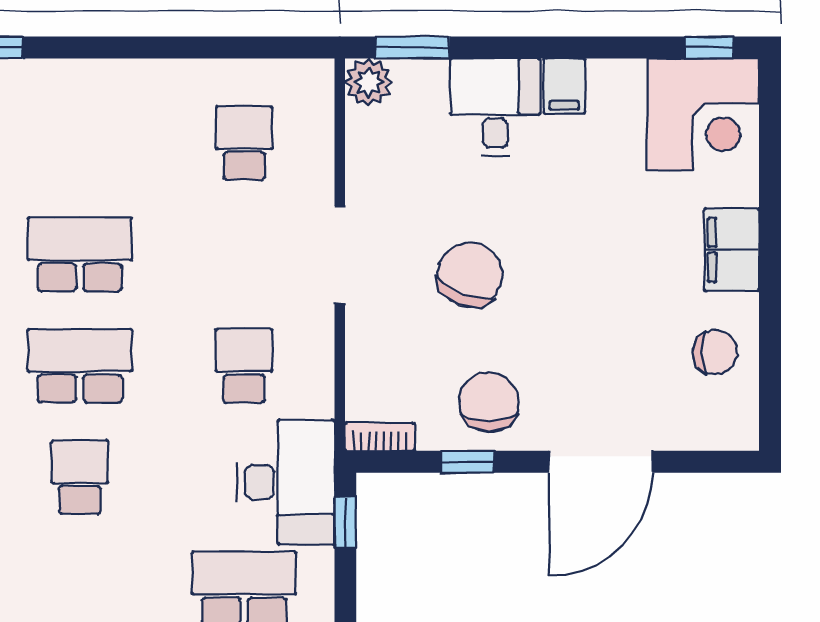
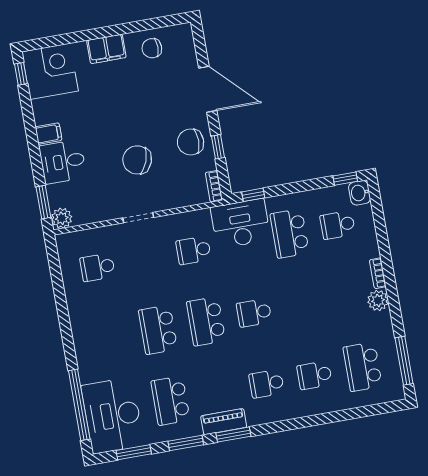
doorway: (340, 255) -> (138, 218), width x0.73
chair: (715, 352) -> (152, 48), turned -90

